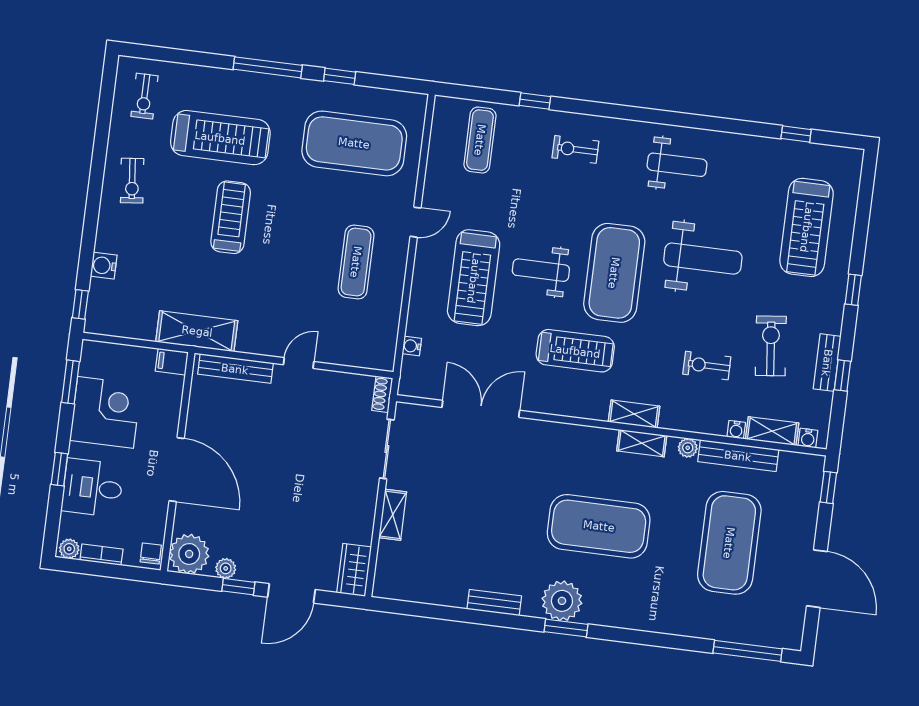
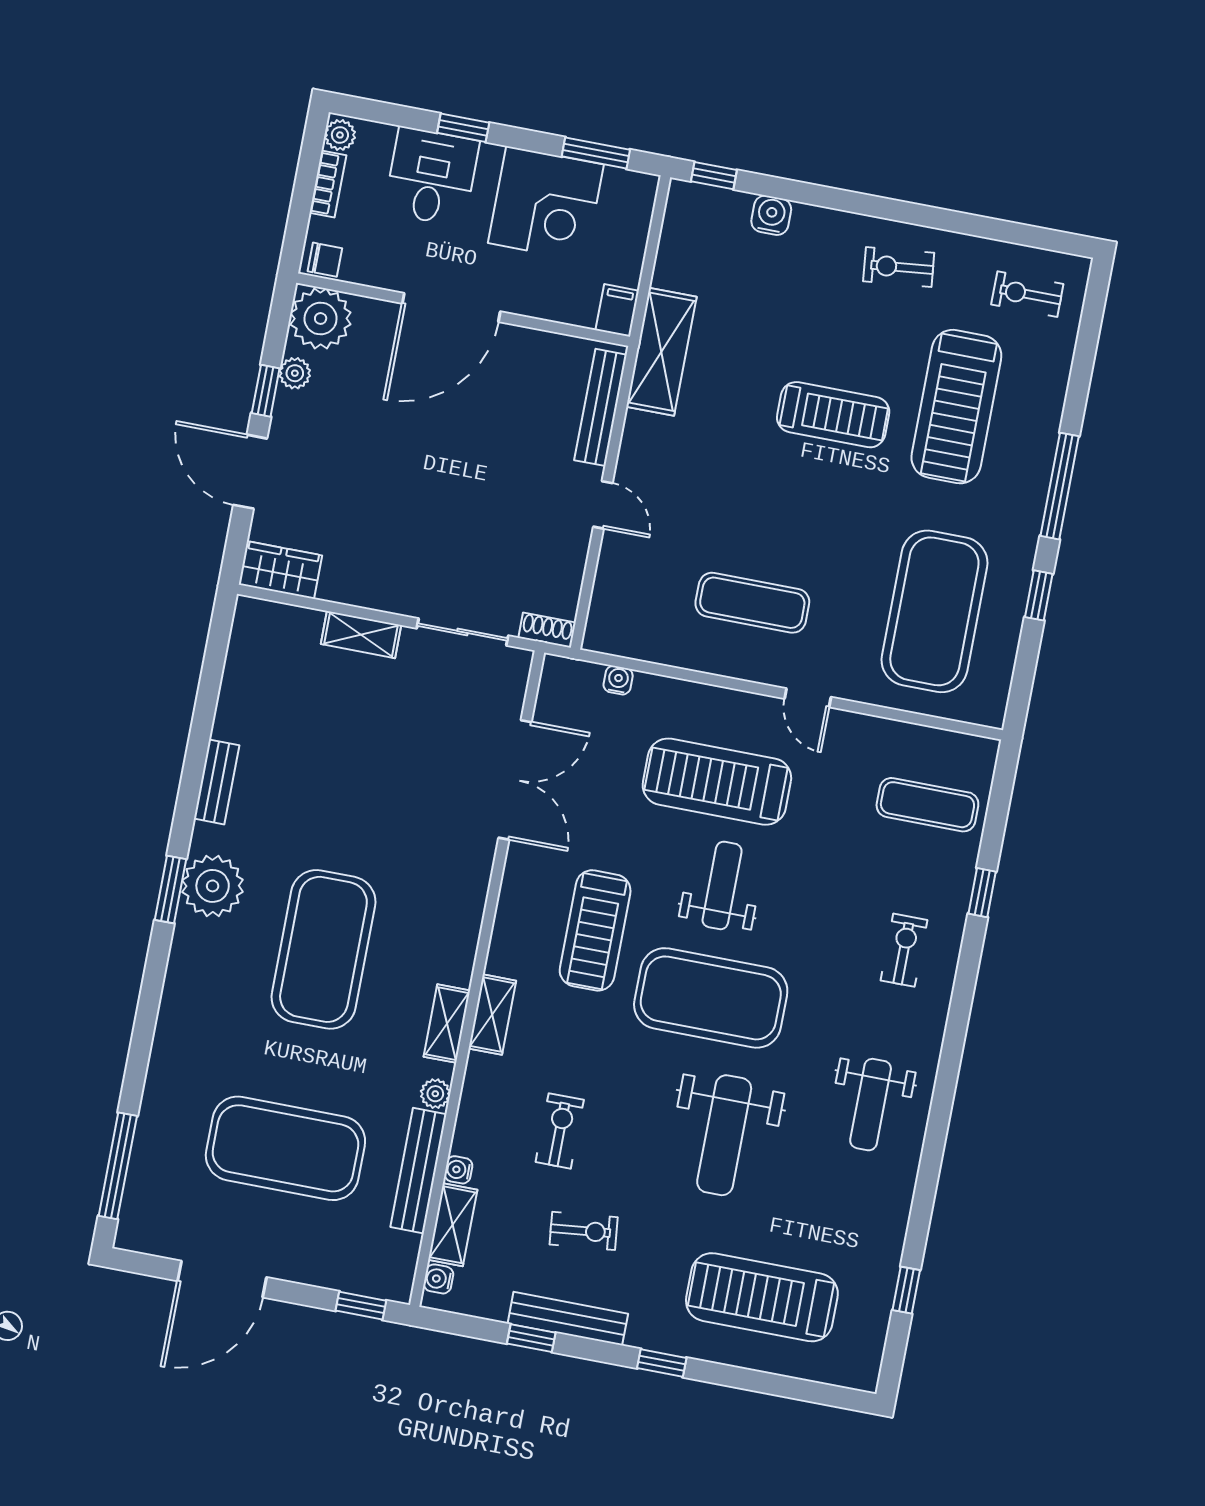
exercise bike: (771, 346) -> (584, 1231), width x0.73, depth x0.72
bench: (827, 363) -> (568, 1319), width x1.36

